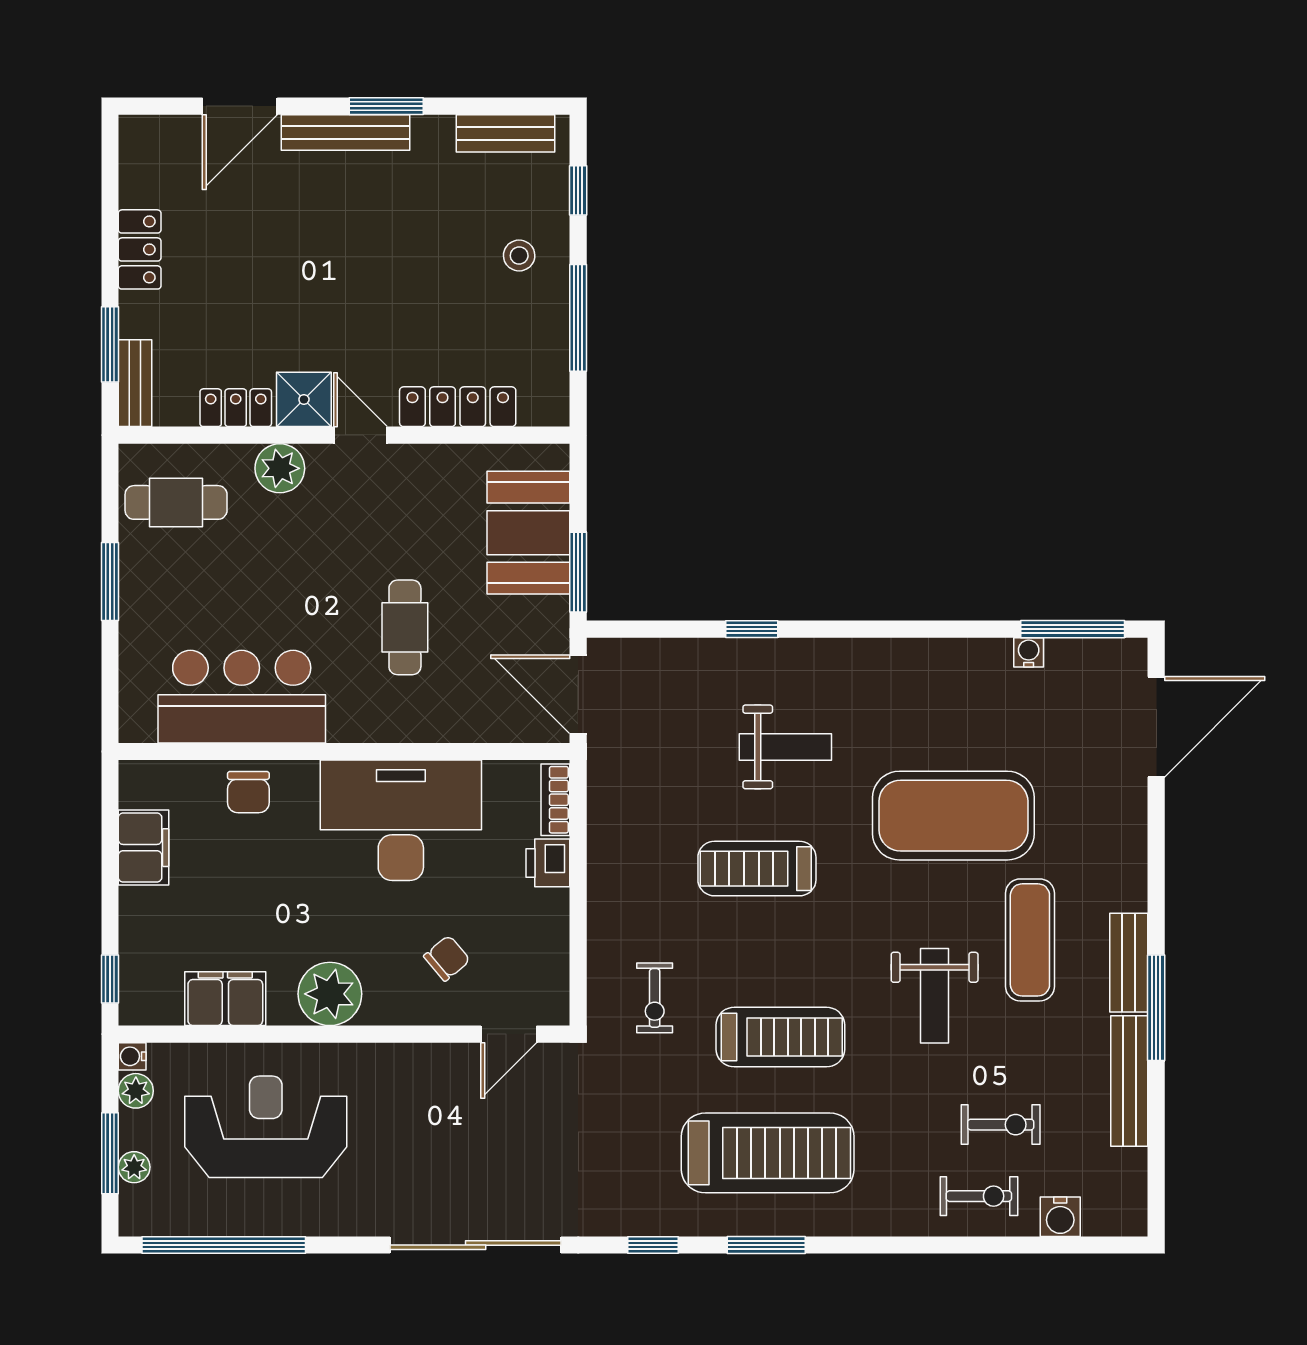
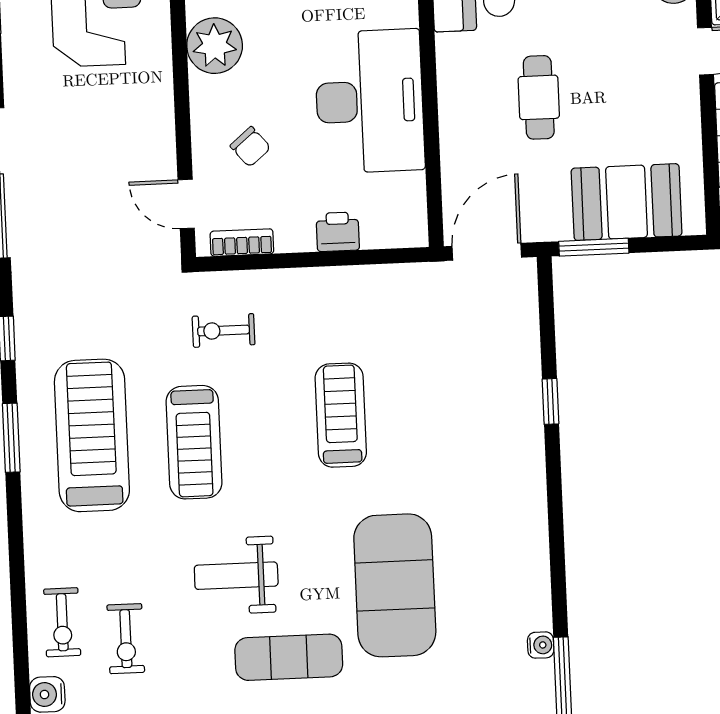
cafe table: (405, 627) -> (539, 97), turned 90
weight bench: (785, 747) -> (449, 435), removed
bookcase: (555, 800) -> (242, 243), moved
treadmill: (768, 1153) -> (92, 435), turned 180

